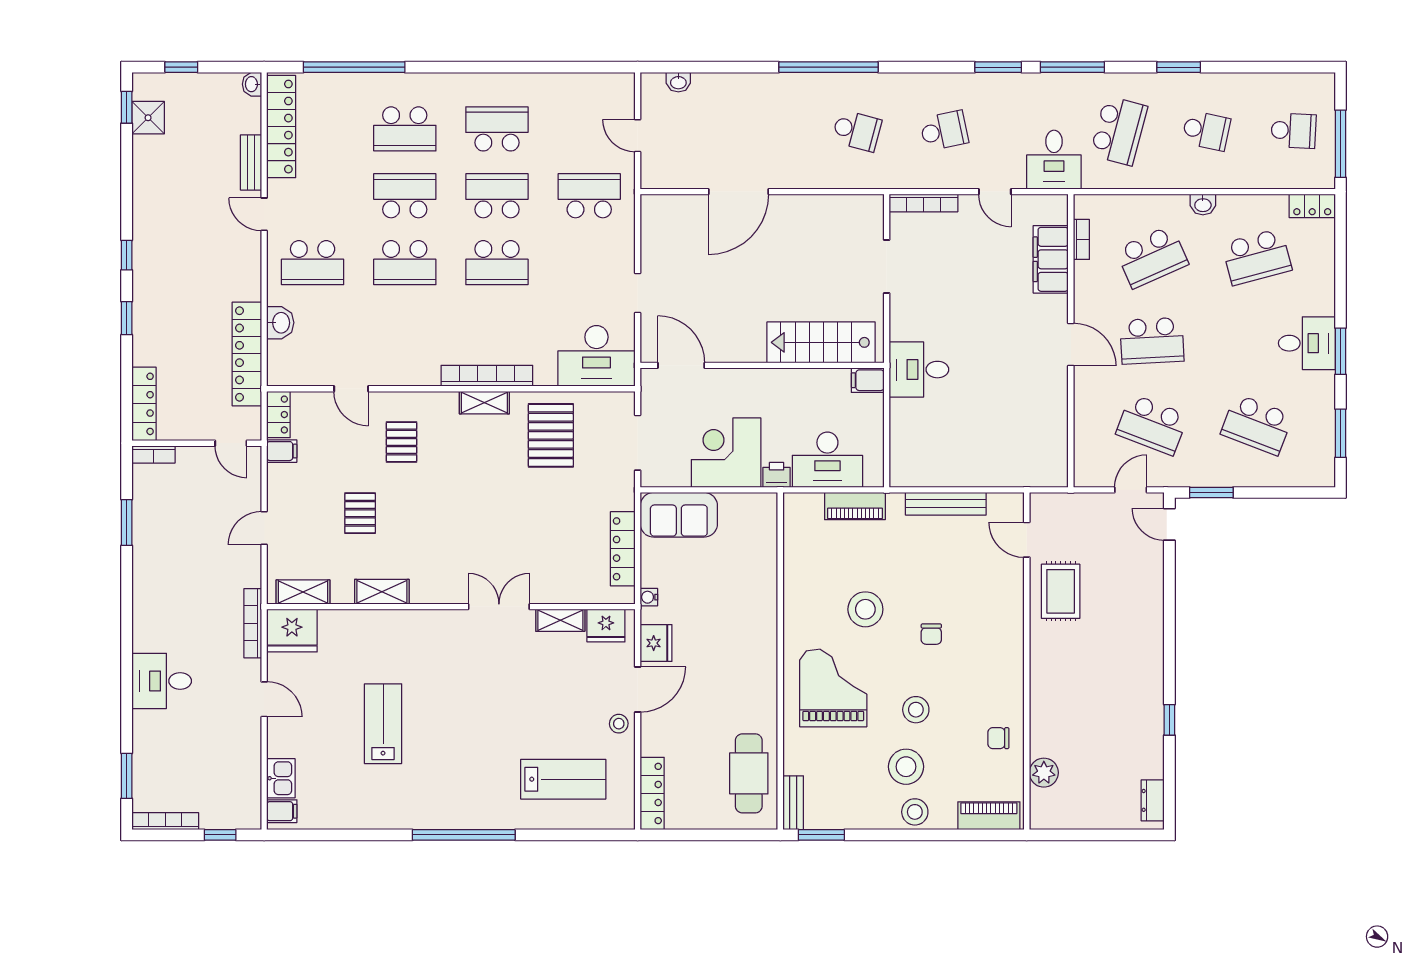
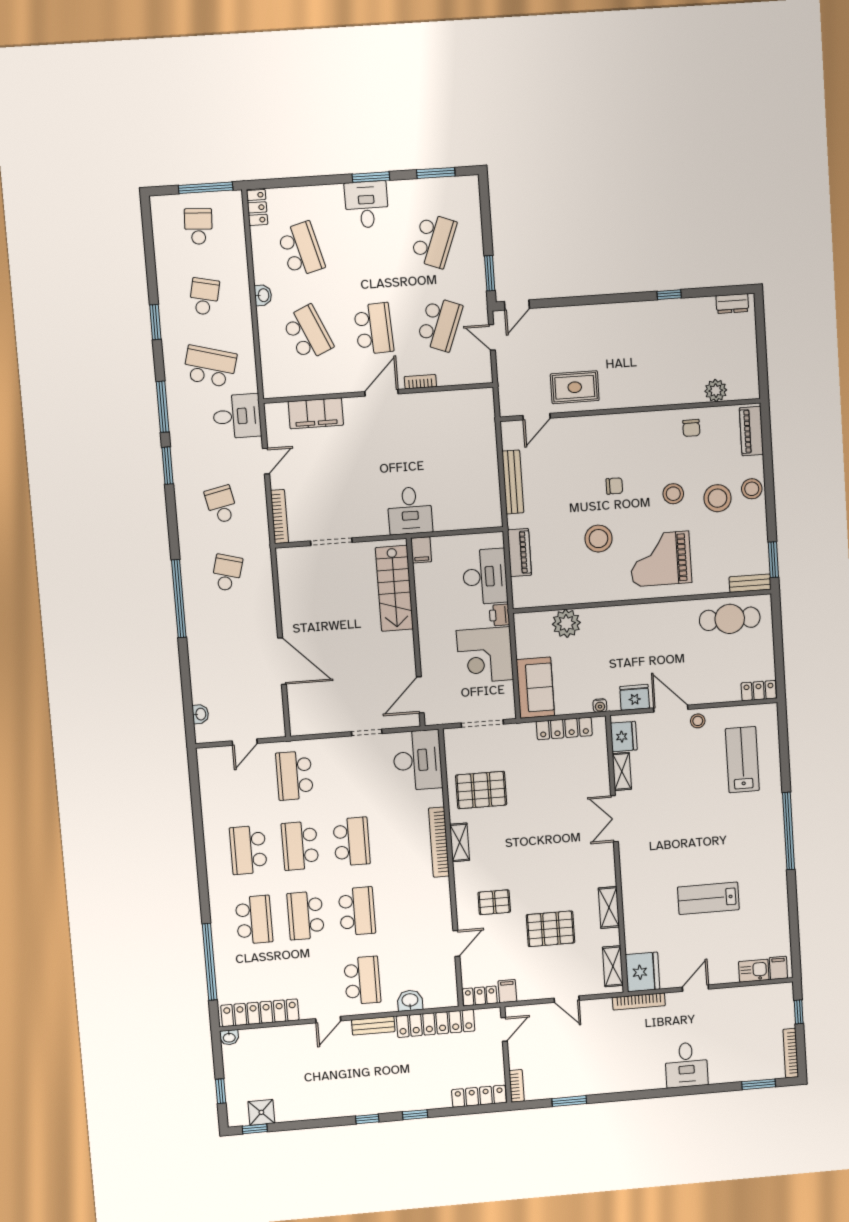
bench: (251, 162) -> (373, 1026), moved
bookcase: (1081, 239) -> (420, 382), moved
pallet: (360, 513) -> (550, 929), width x1.50, depth x1.42
plant: (759, 561) -> (566, 623), added
locker: (652, 793) -> (759, 691), width x0.66

